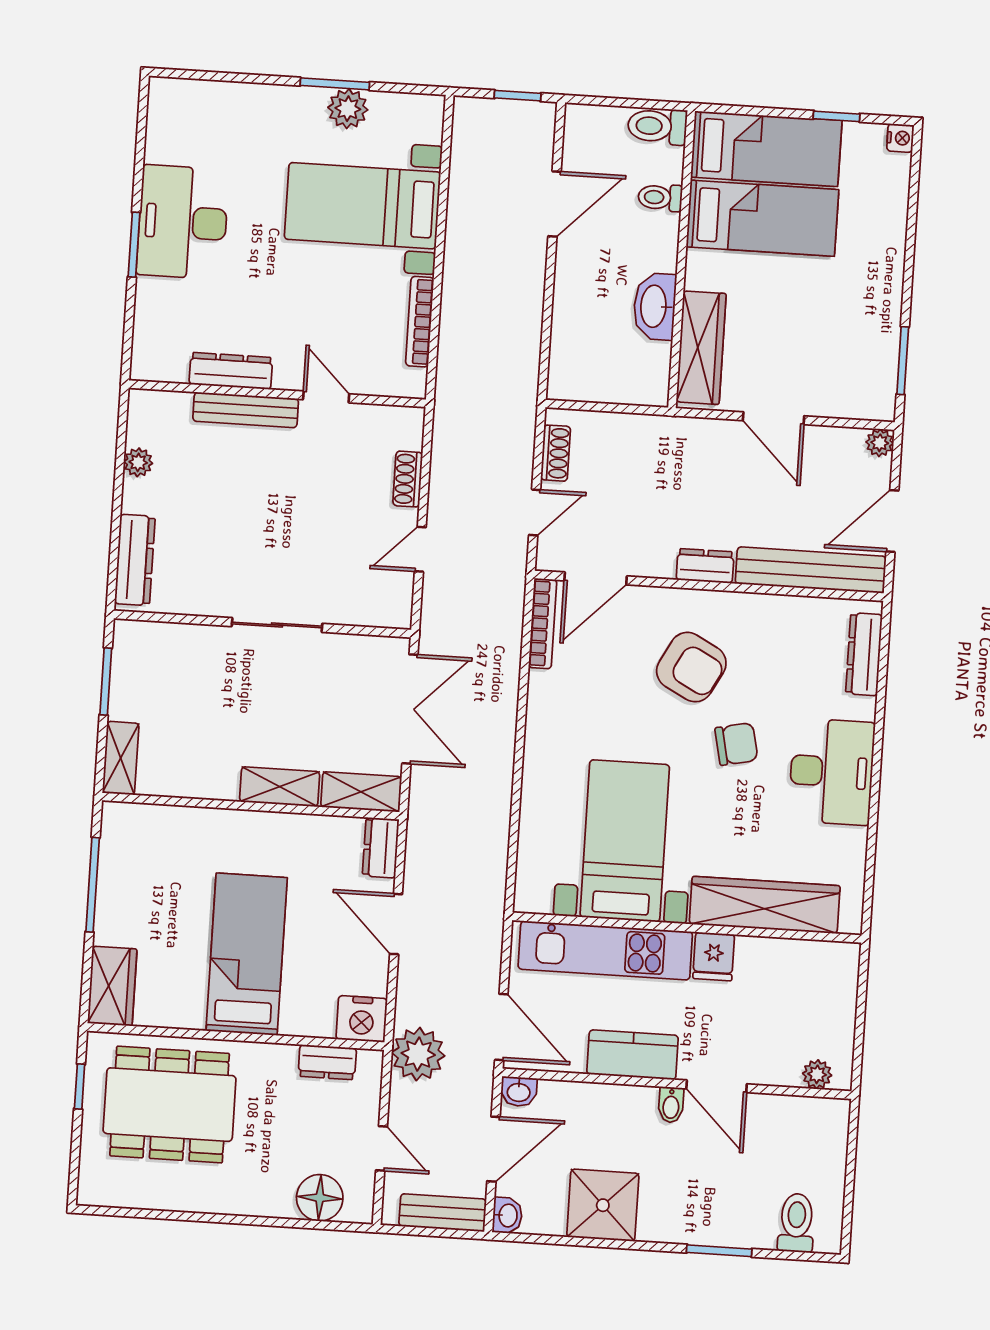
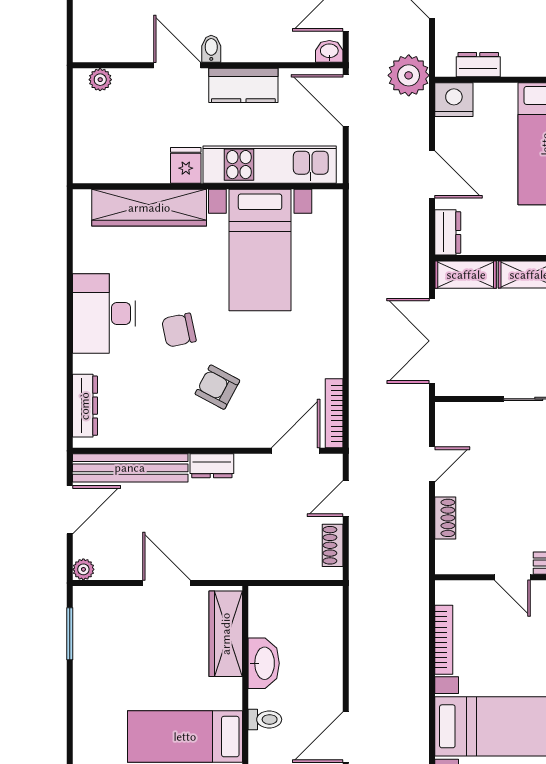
toilet: (660, 198) -> (265, 719), moved
armchair: (691, 667) -> (217, 387), width x0.72, depth x0.72

